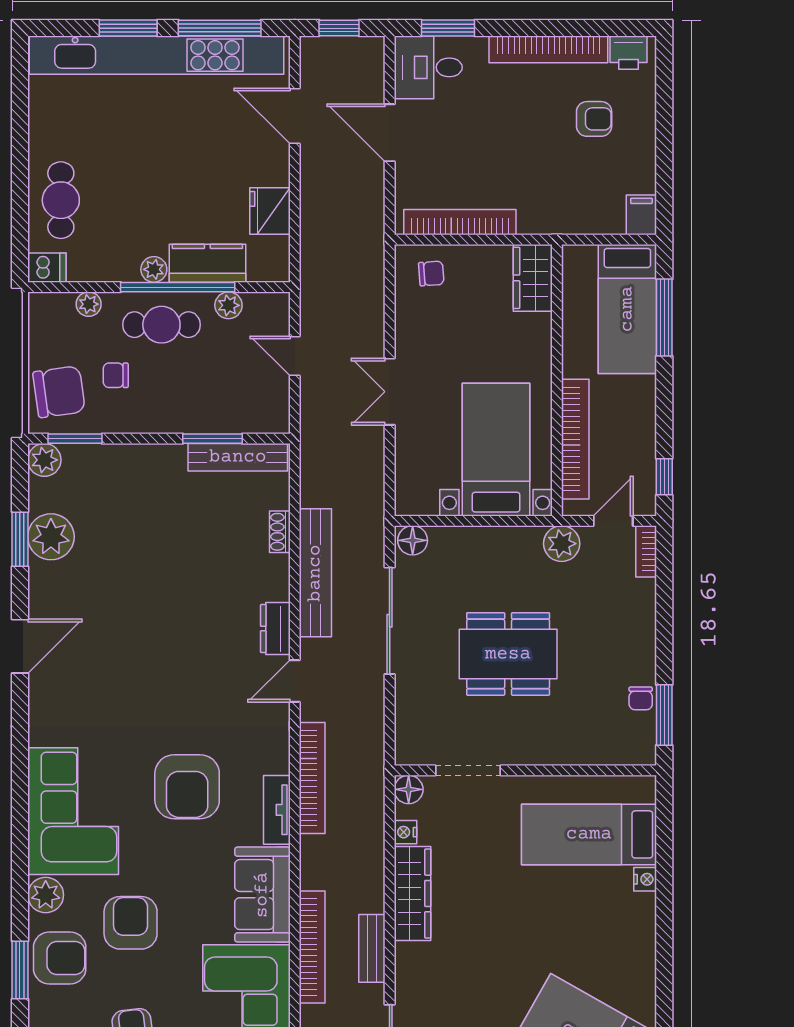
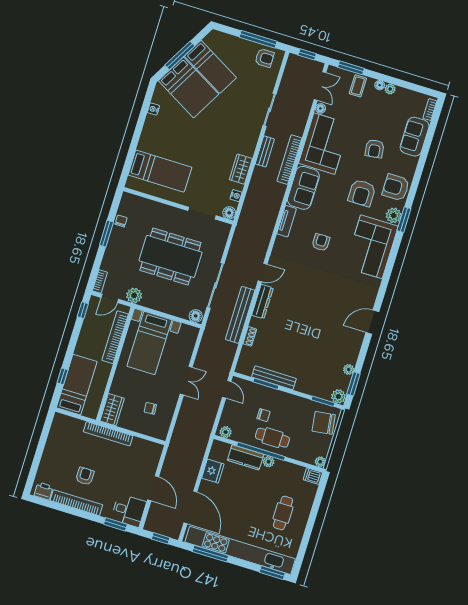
window: (128, 28) -> (272, 573), moved
door: (295, 116) -> (190, 507), width x1.36
armchair: (594, 119) -> (85, 476), moved, turned 90
cafe table: (61, 200) -> (283, 513), moved
filing cabinet: (641, 215) -> (59, 422), removed
bookcase: (460, 222) -> (108, 434), moved
chair: (431, 273) -> (150, 408), moved
plant: (89, 304) -> (320, 462), moved
plant: (228, 305) -> (226, 432), moved
window: (664, 318) -> (62, 376), width x0.46
door: (295, 356) -> (227, 389), moved
chair: (116, 375) -> (264, 415), moved
bench: (238, 457) -> (274, 378), moved
plant: (51, 537) -> (349, 369), width x0.53, depth x0.53
window: (20, 539) -> (353, 384), moved
dresser: (275, 629) -> (263, 302), width x1.44
dining table: (508, 654) -> (170, 256), width x1.36, depth x1.24
window: (664, 715) -> (106, 234), moved
bookcase: (312, 778) -> (268, 230), removed
armchair: (187, 787) -> (321, 242), width x0.53, depth x0.53
nightstand: (645, 879) -> (153, 109), moved
wardrobe: (412, 893) -> (241, 169), width x0.67
window: (20, 970) -> (404, 220), moved

